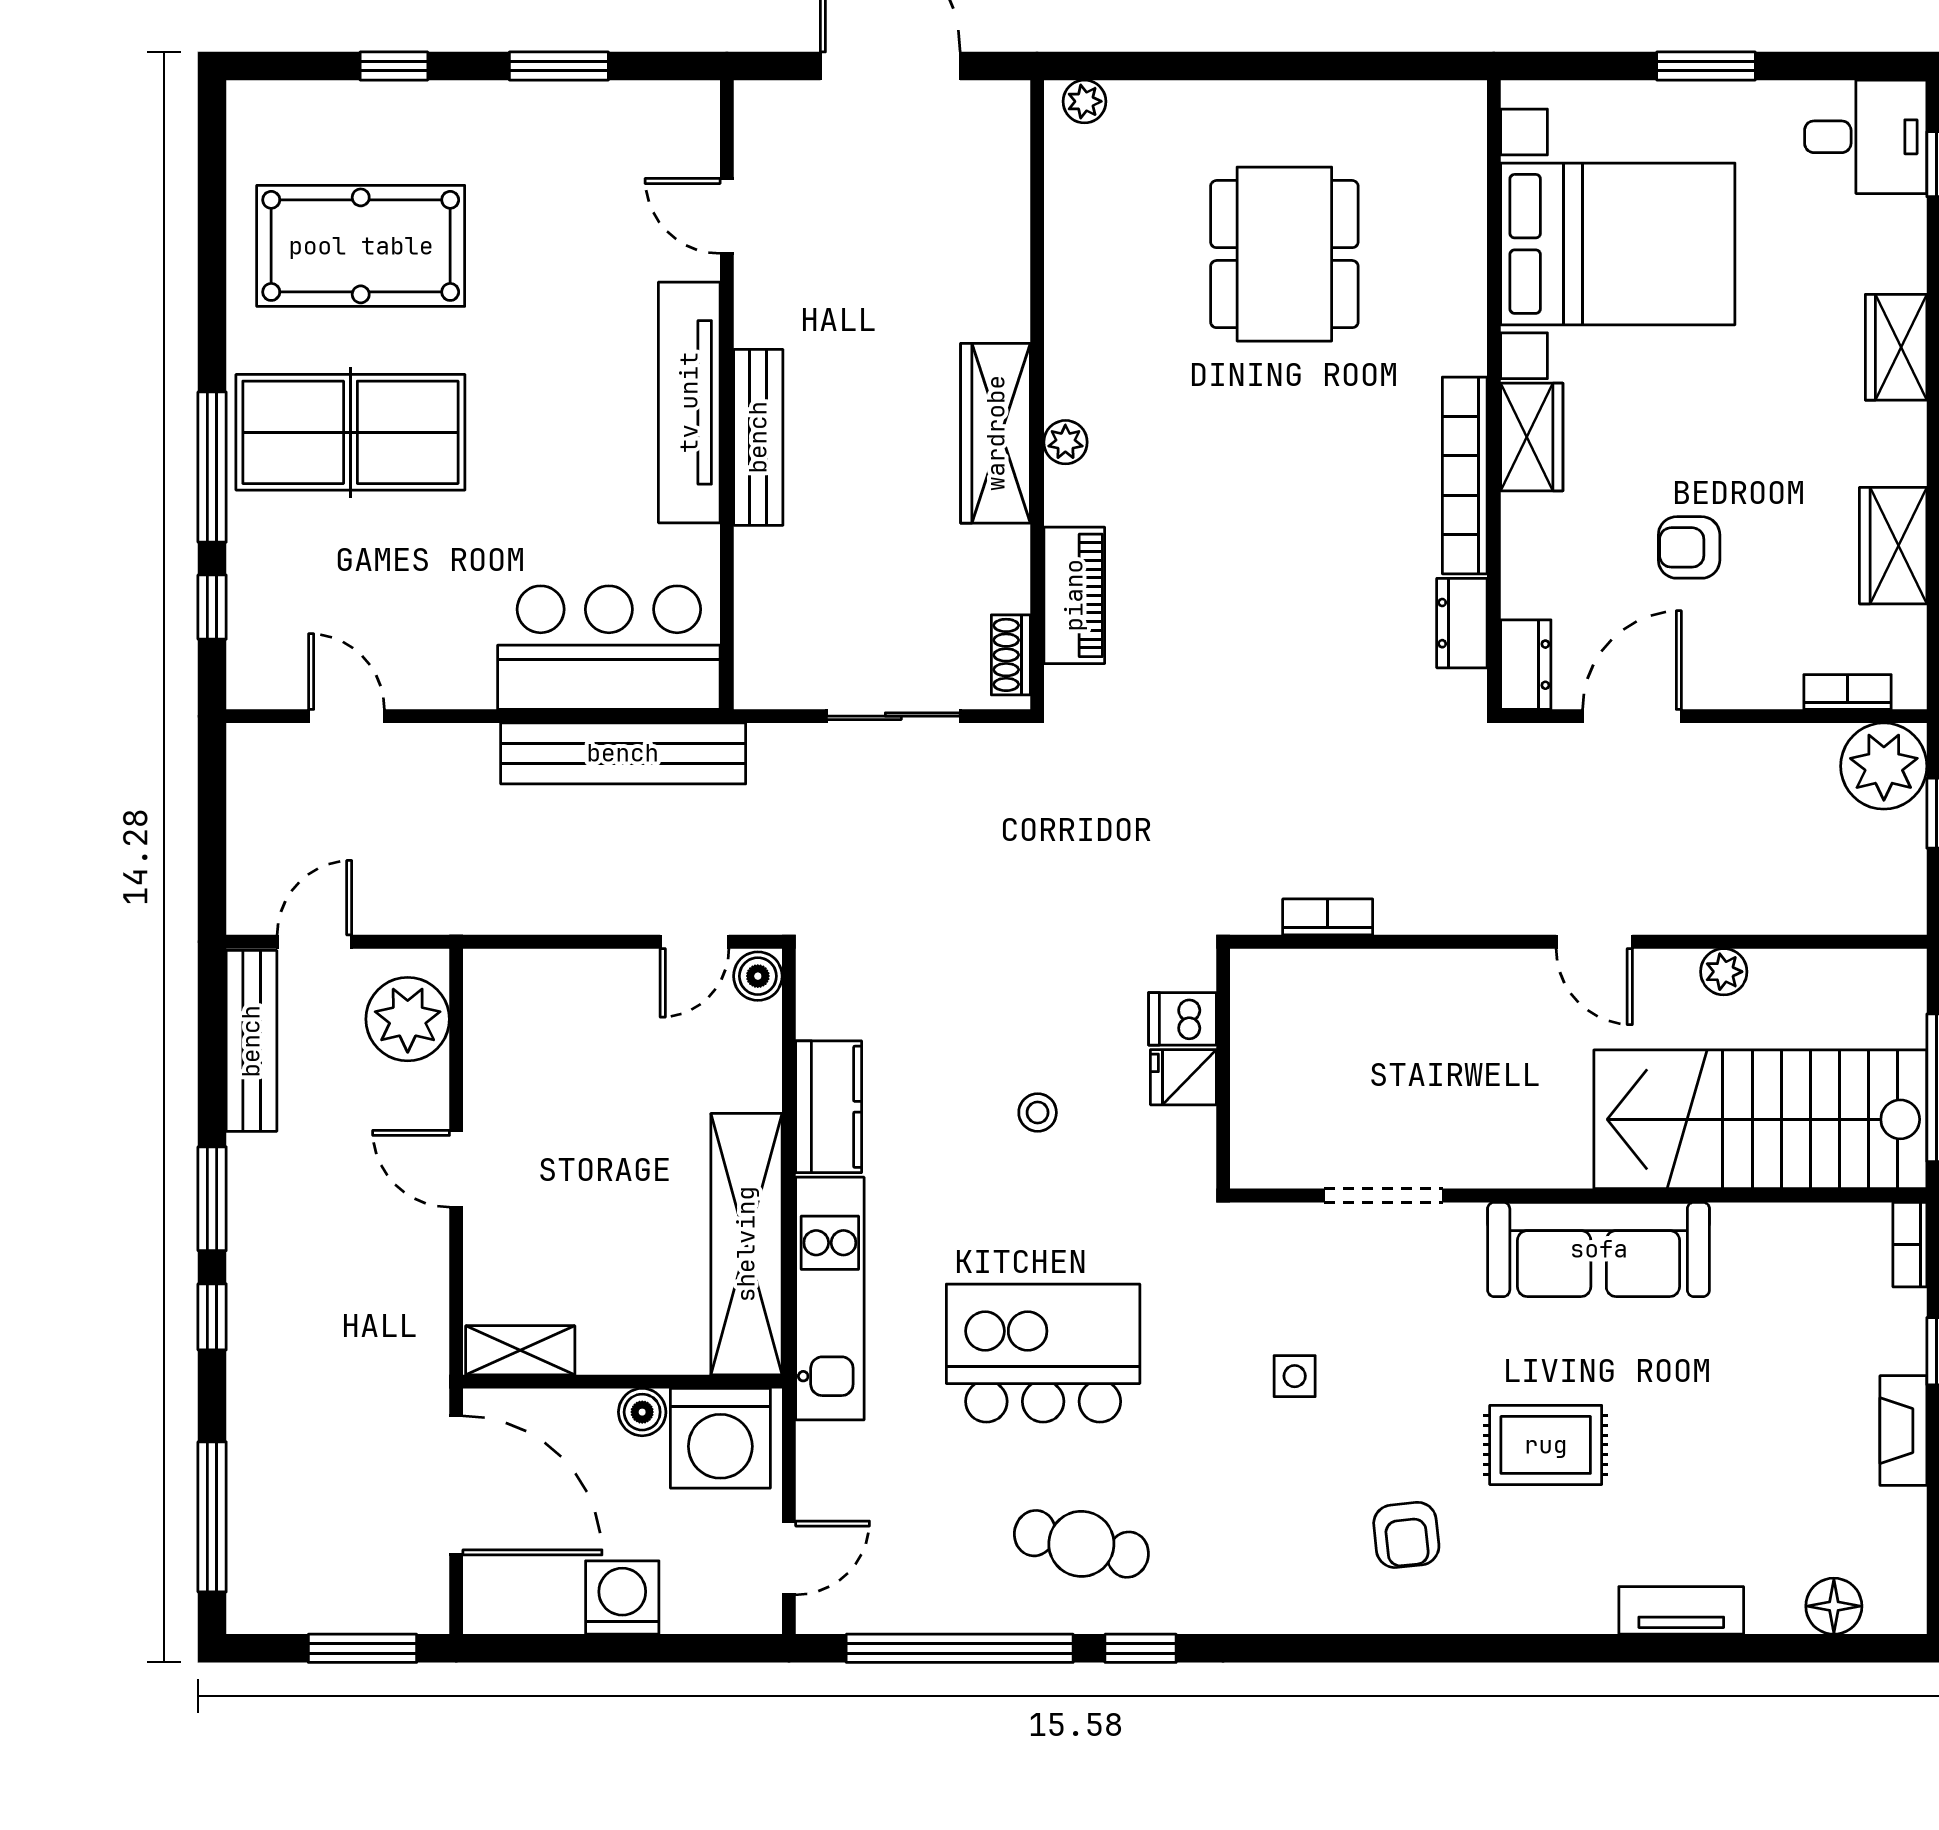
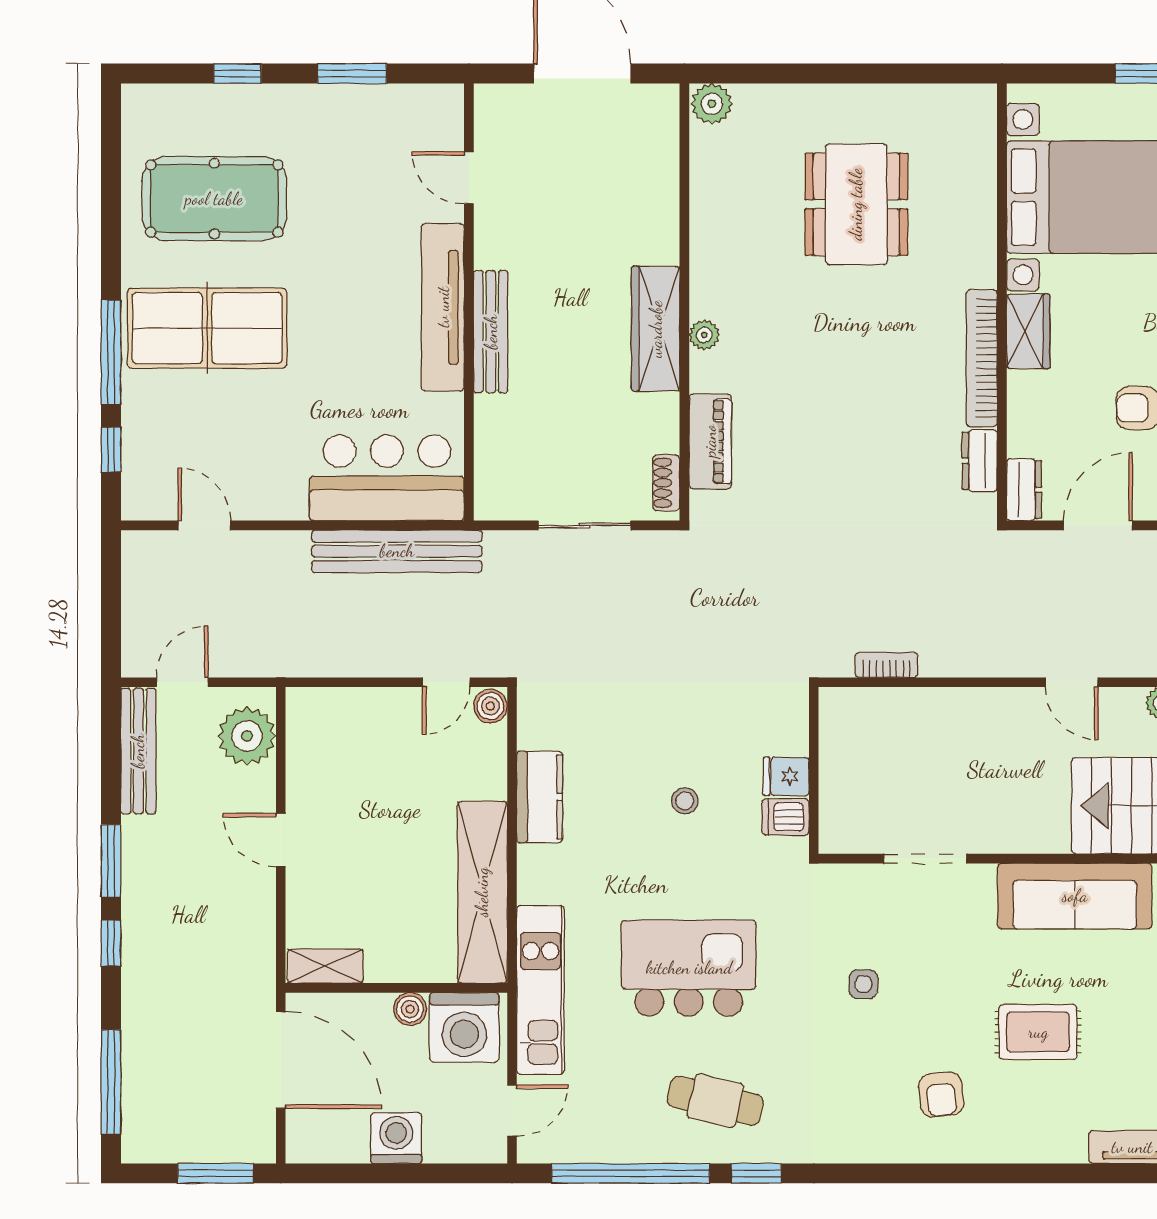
plant: (1084, 101) -> (712, 104), width x1.38, depth x1.38
dishwasher: (1182, 1019) -> (786, 817), moved
kitchen unit: (830, 1299) -> (540, 990), moved

